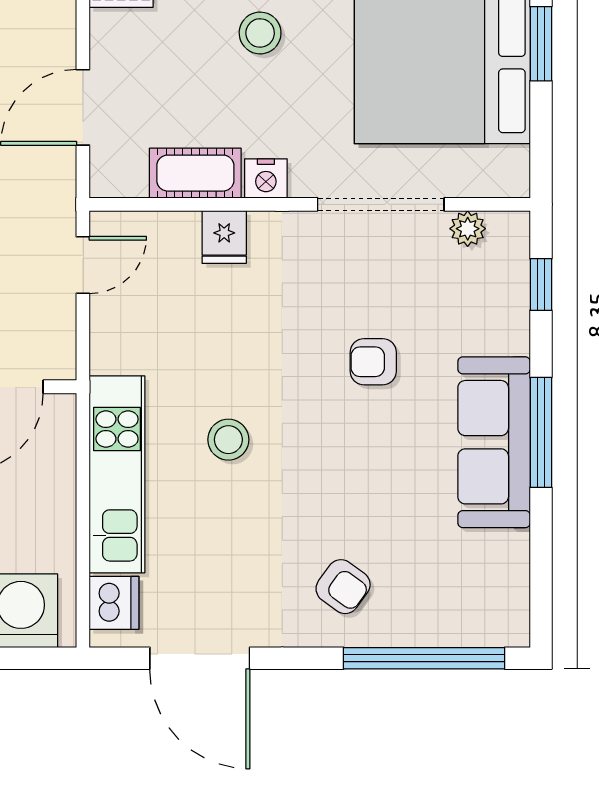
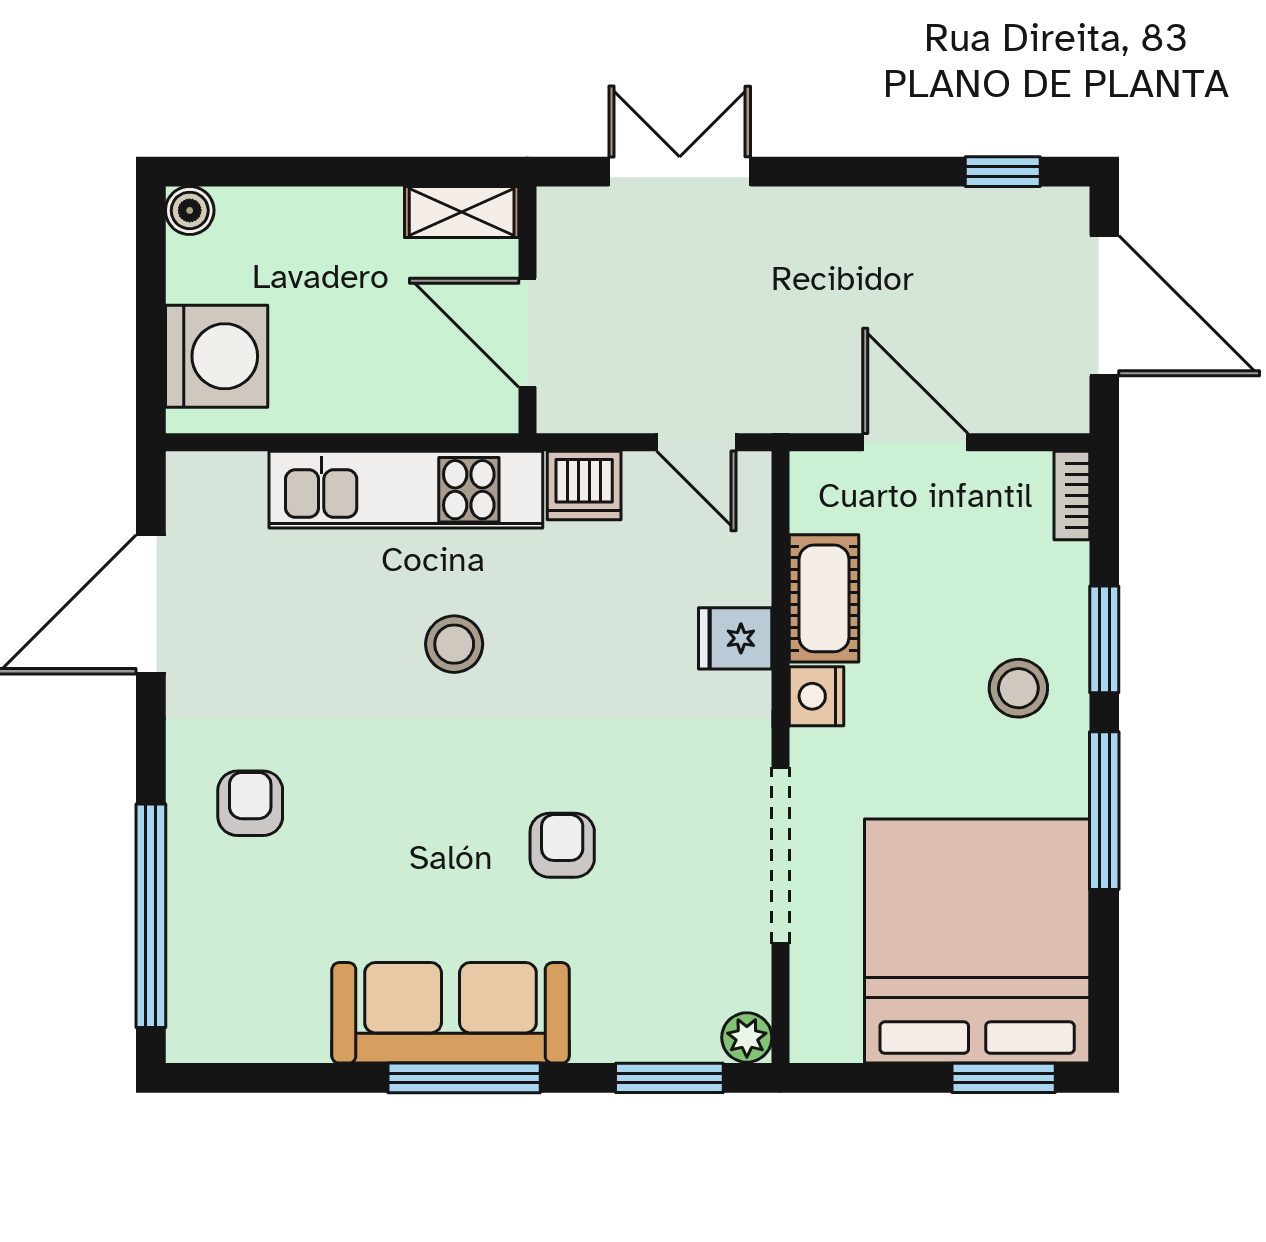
plant: (468, 229) -> (747, 1038), moved
window: (541, 285) -> (669, 1078), width x1.50
armchair: (343, 587) -> (250, 803), turned 144
dishwasher: (114, 603) -> (584, 486), moved

